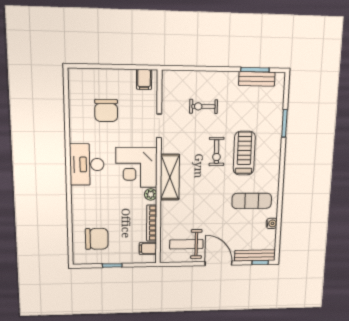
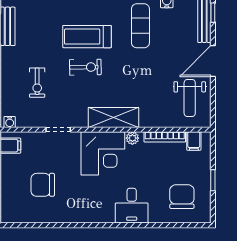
water cooler: (167, 79) -> (10, 122), added
chair: (106, 110) -> (43, 185), turned 180
desk: (87, 165) -> (132, 206), moved, width x0.73

